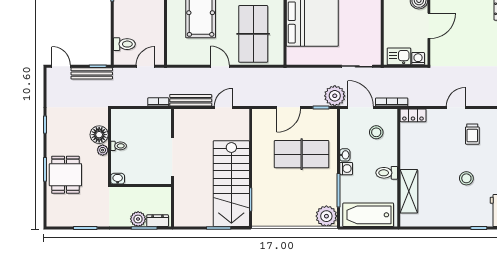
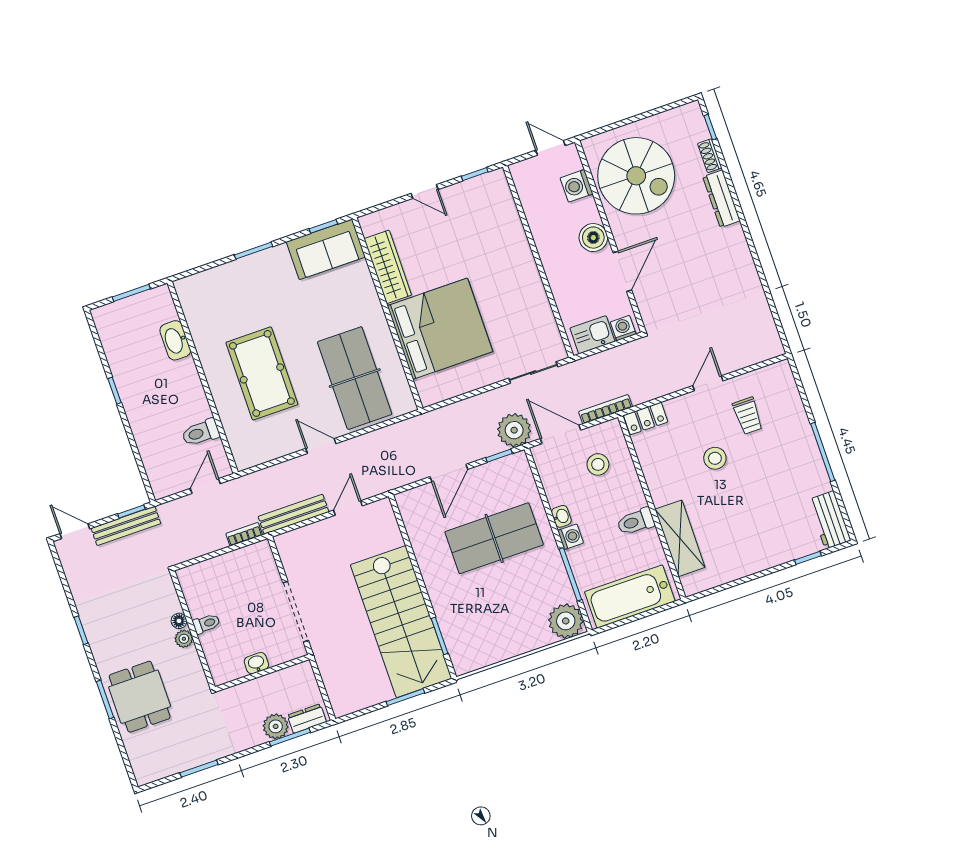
toilet: (124, 44) -> (201, 433), moved, turned 180
floor lamp: (99, 135) -> (179, 621), width x0.53, depth x0.53
stool: (466, 178) -> (715, 458), moved
washbasin: (118, 179) -> (256, 663), moved

